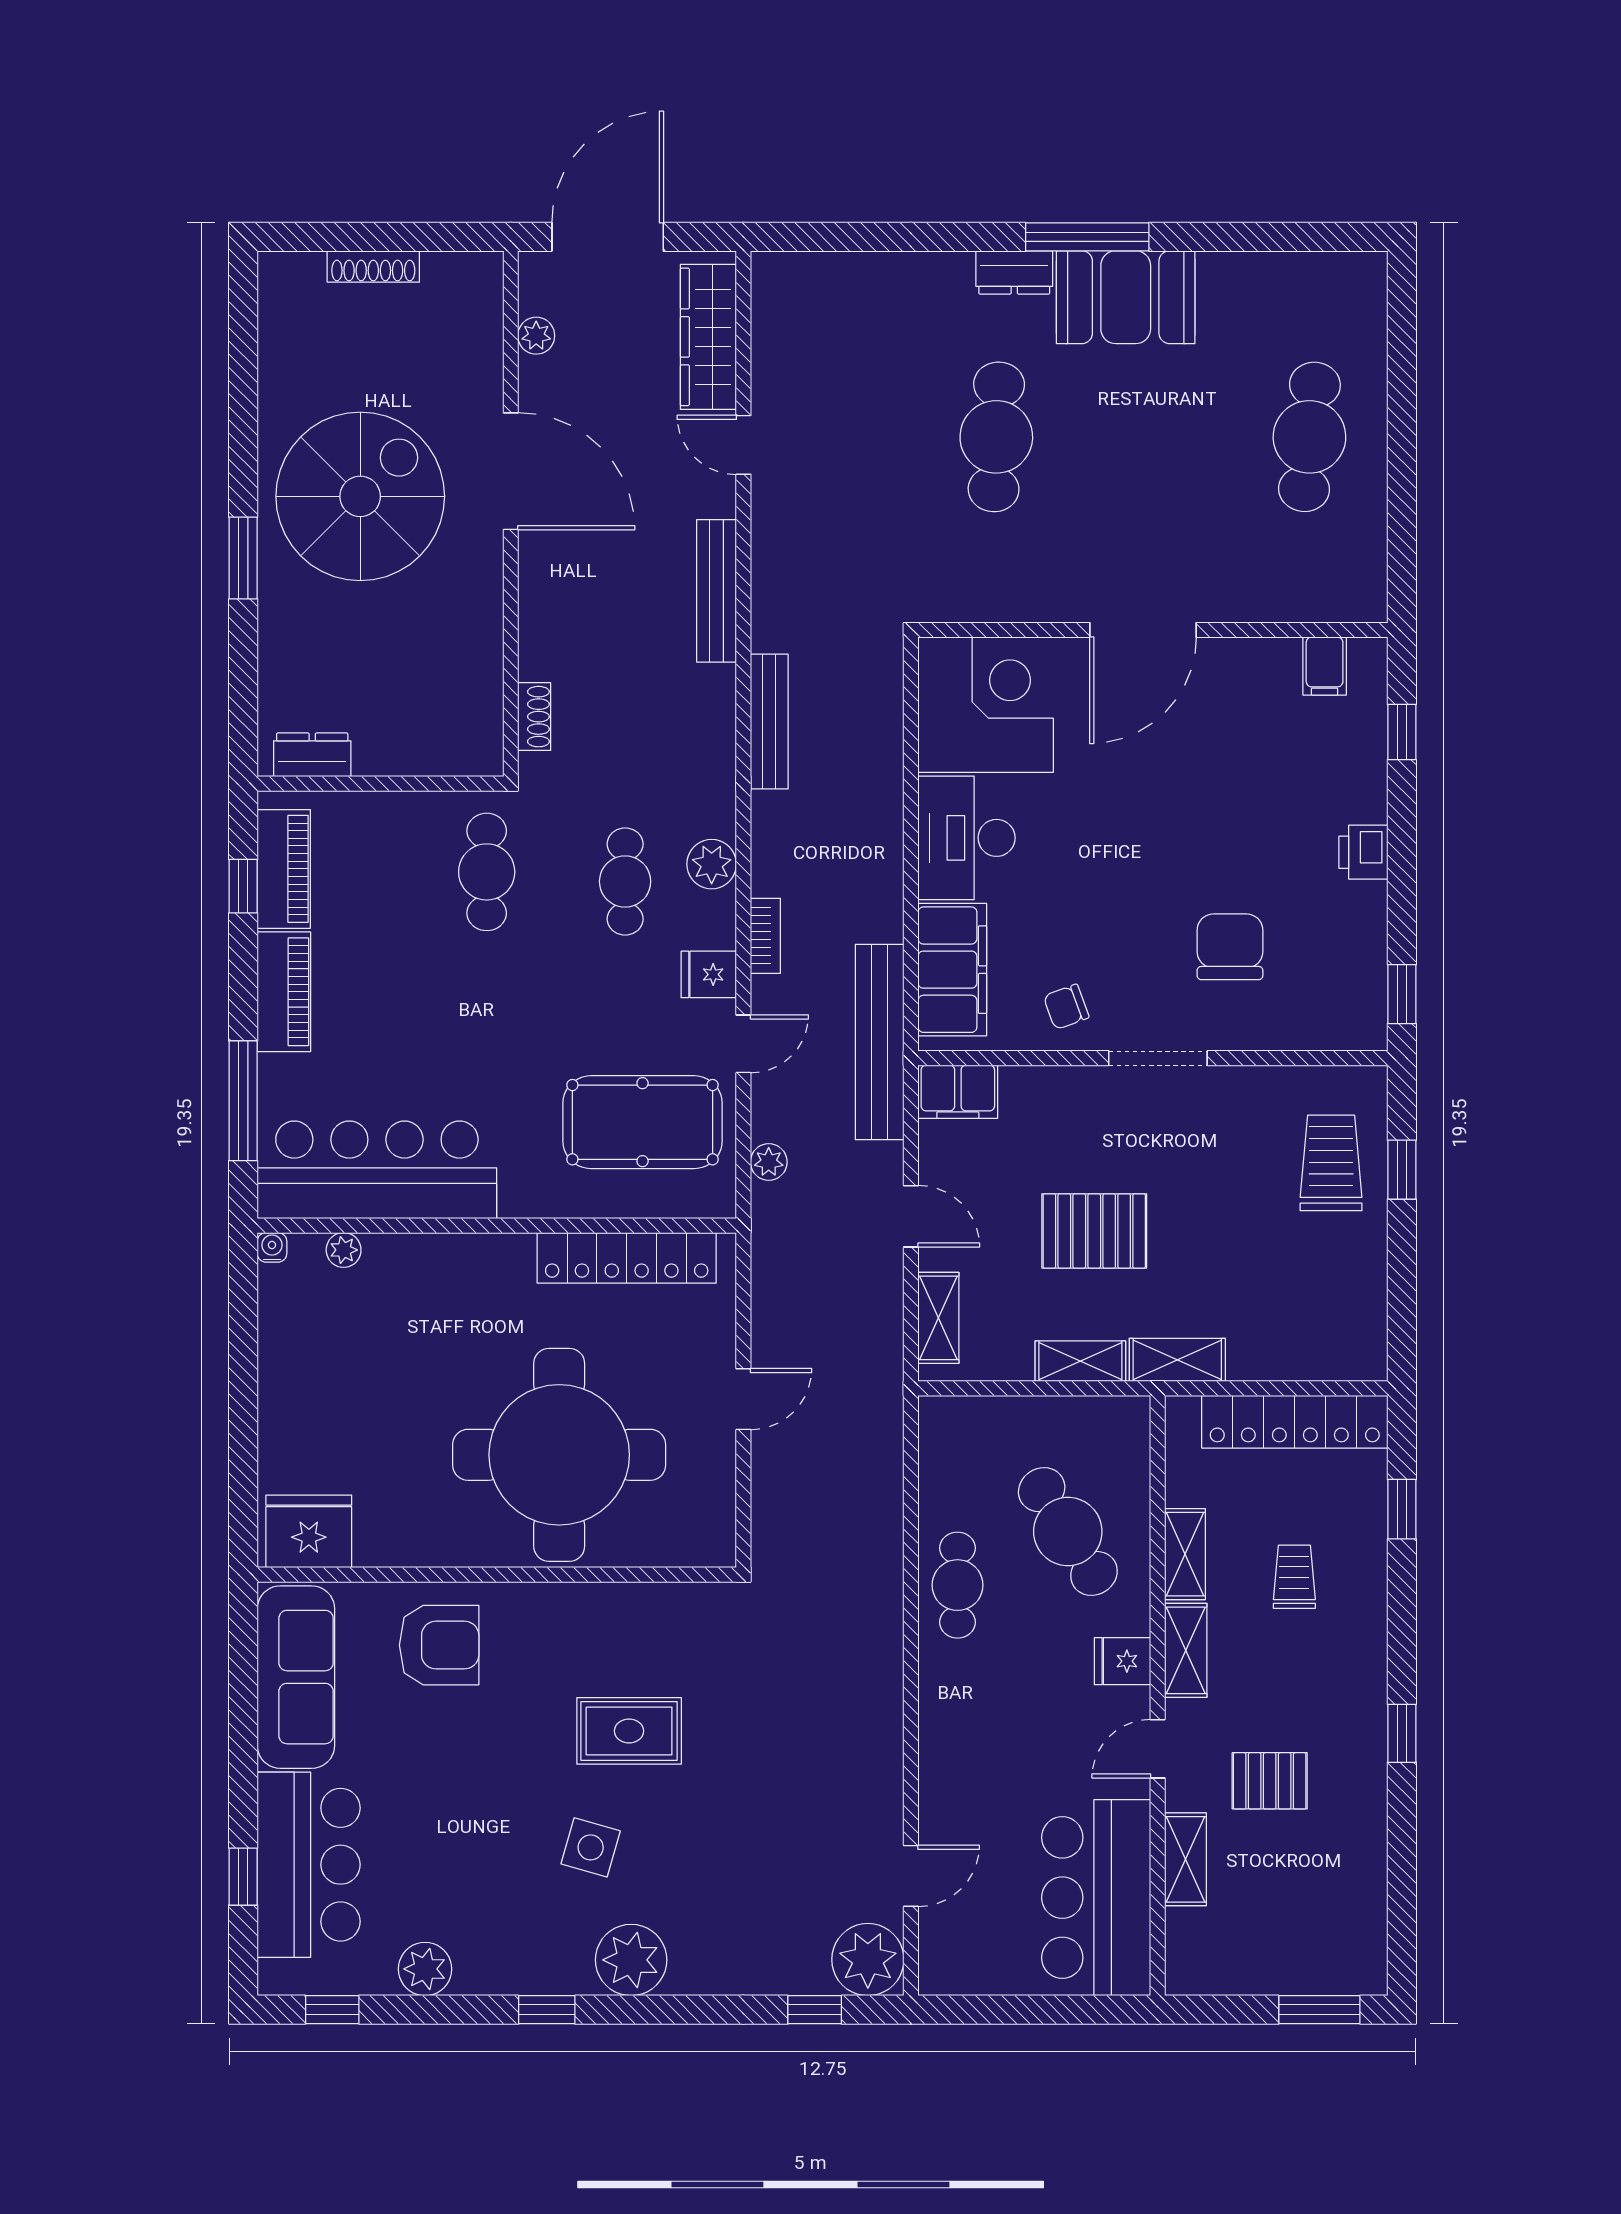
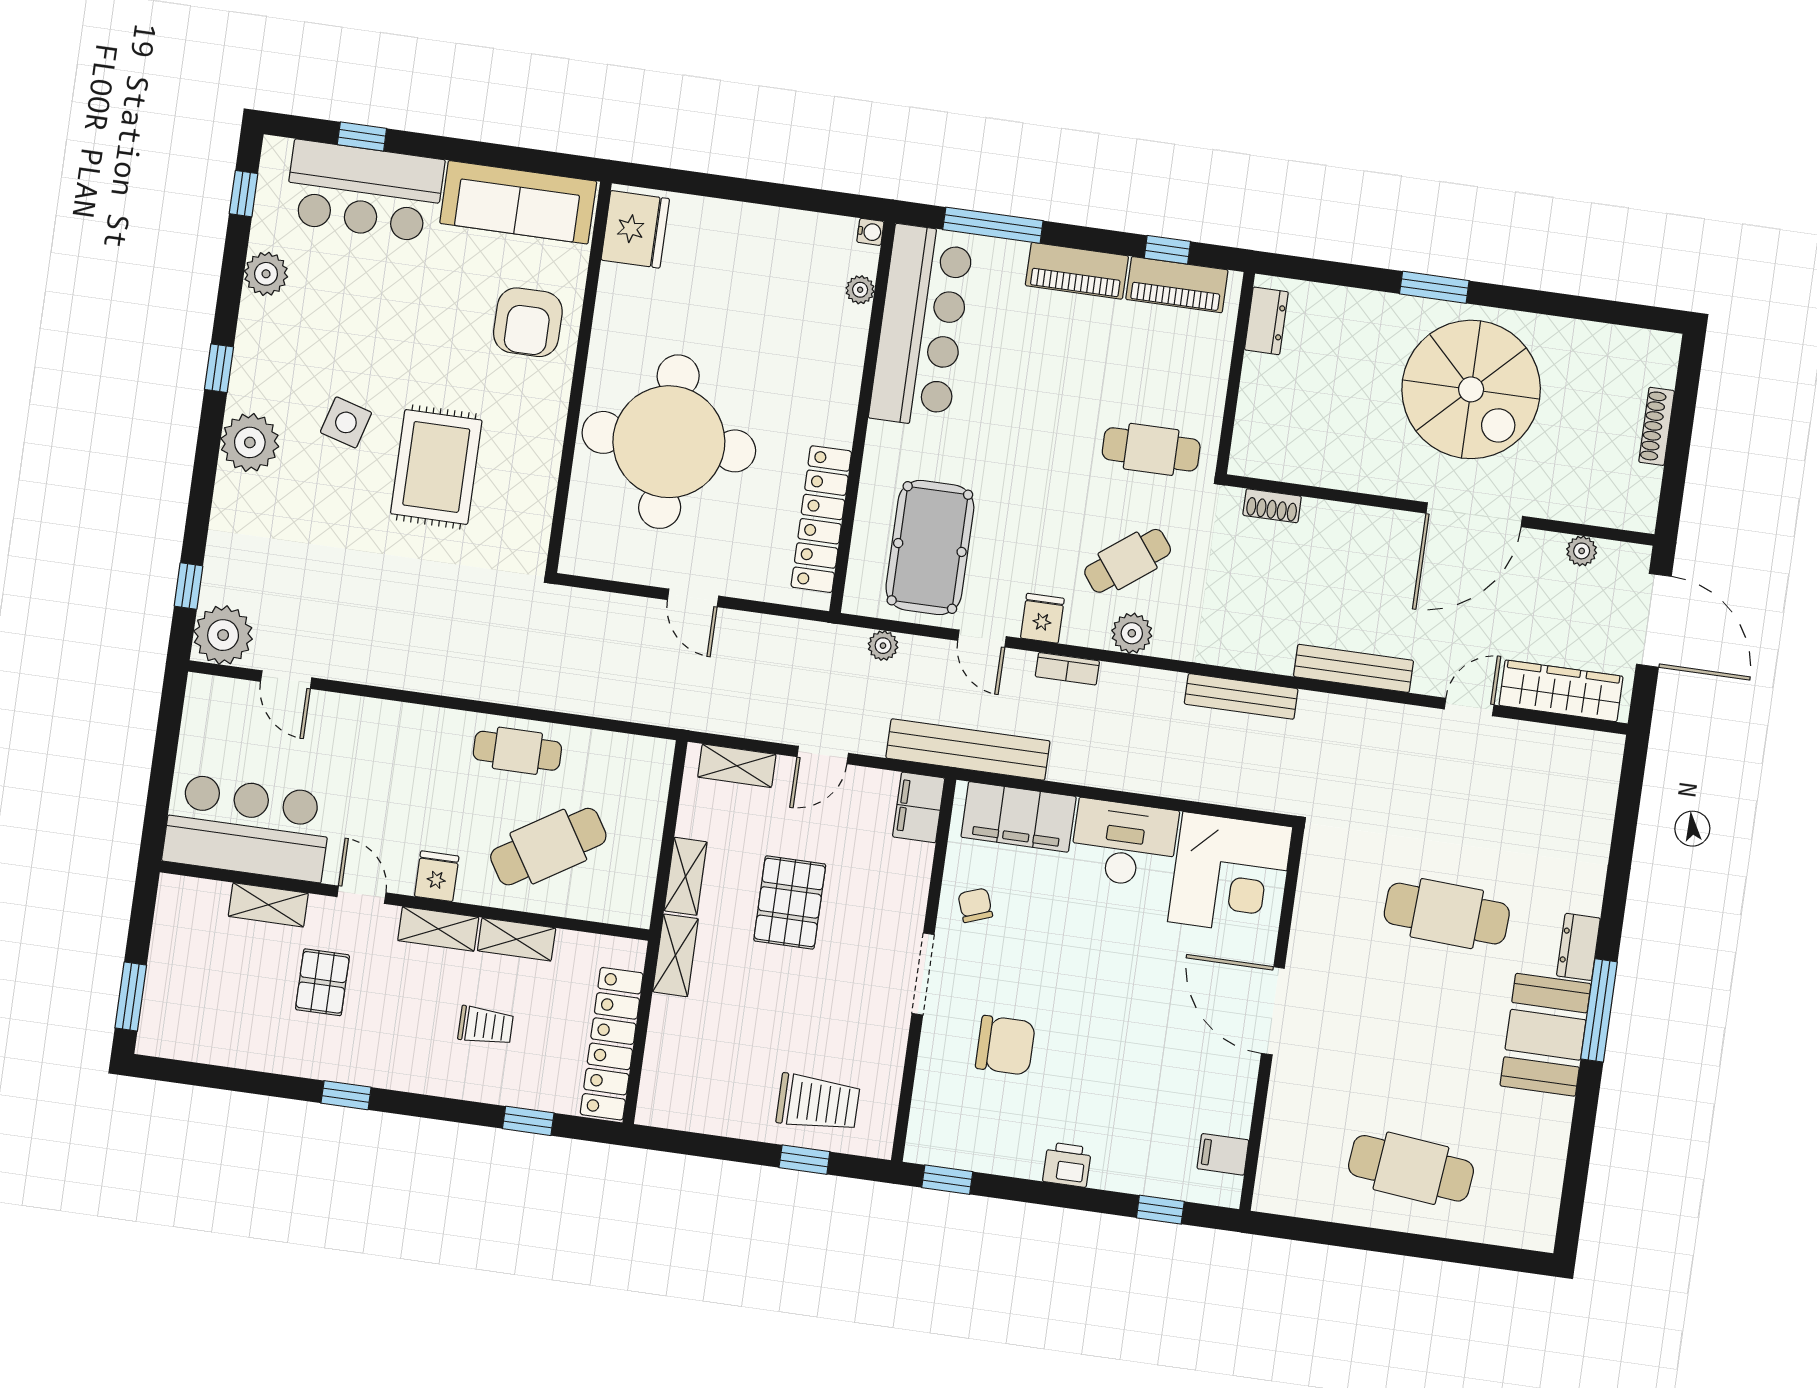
cafe table: (625, 881) -> (1128, 561), turned -37
rug: (629, 1731) -> (436, 467), width x1.36, depth x1.43

